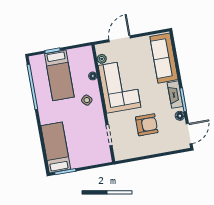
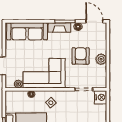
plant: (147, 149) -> (101, 59), added
nightstand: (103, 156) -> (101, 97), added

